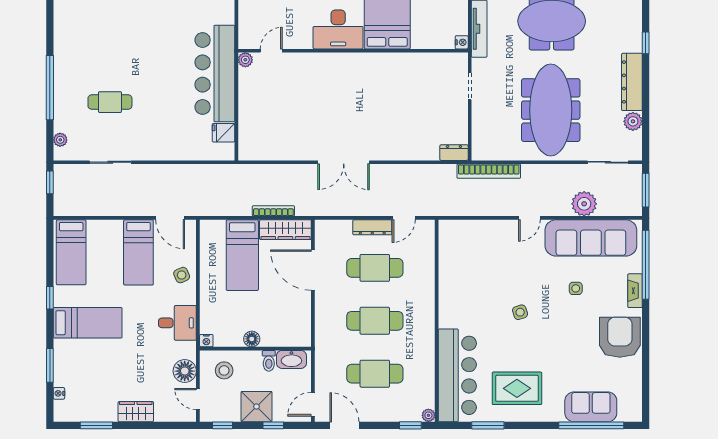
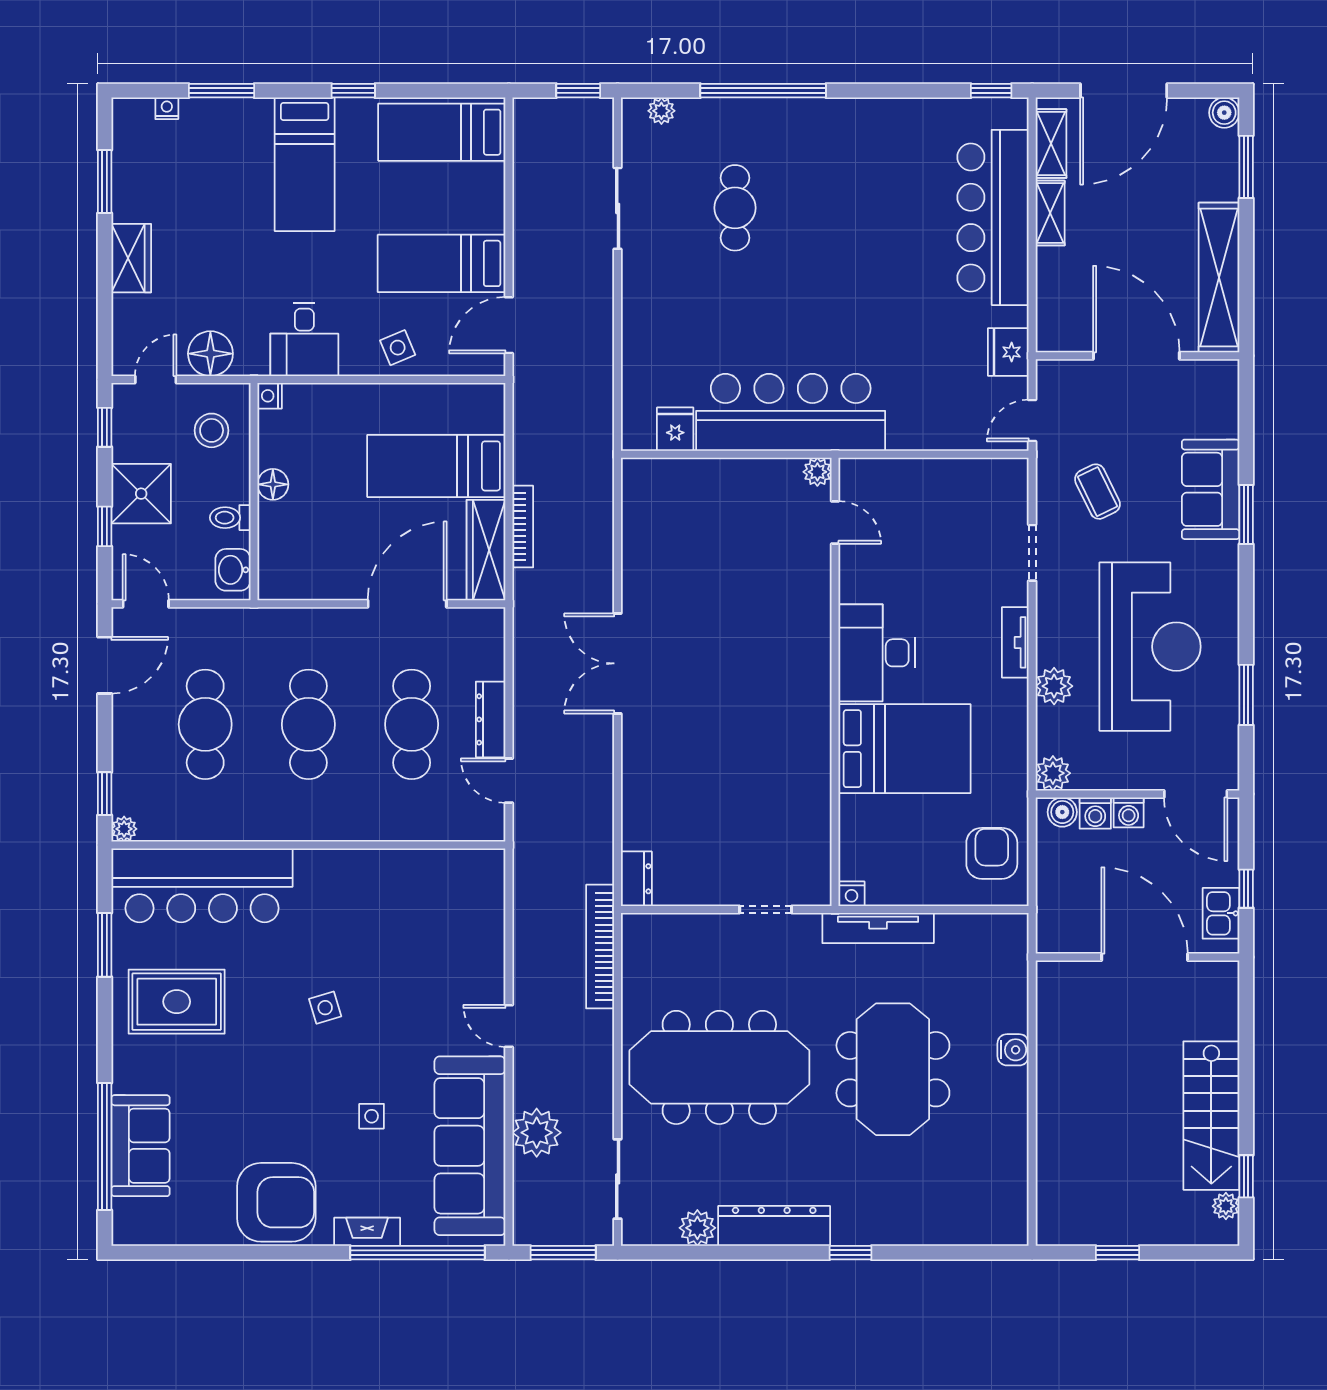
washbasin: (291, 359) -> (233, 570), width x0.72
rug: (517, 388) -> (177, 1002), turned 90

